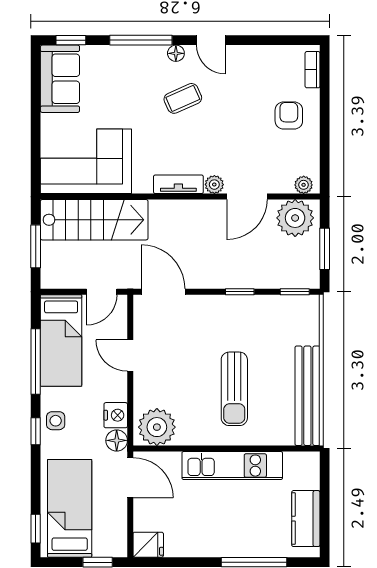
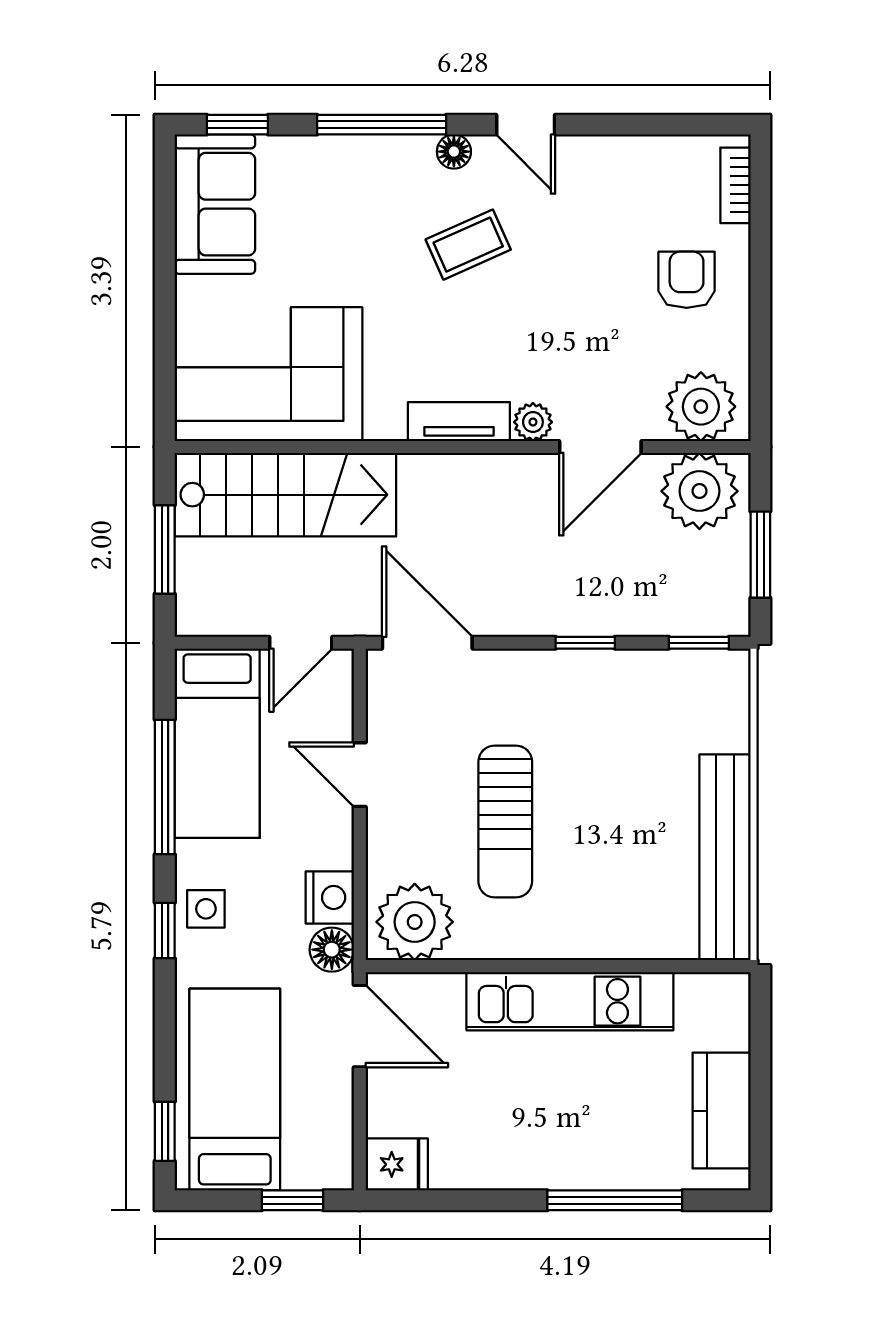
plant: (304, 185) -> (701, 407), width x1.88, depth x1.88
sun lounger: (234, 389) -> (505, 821), moved

